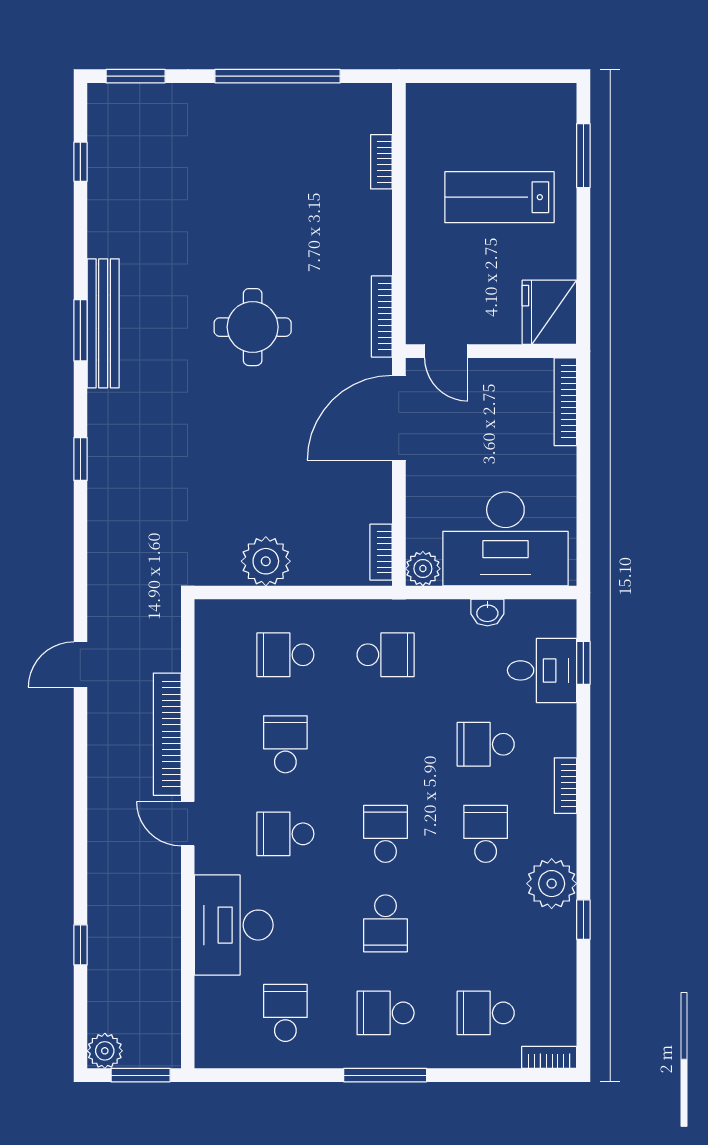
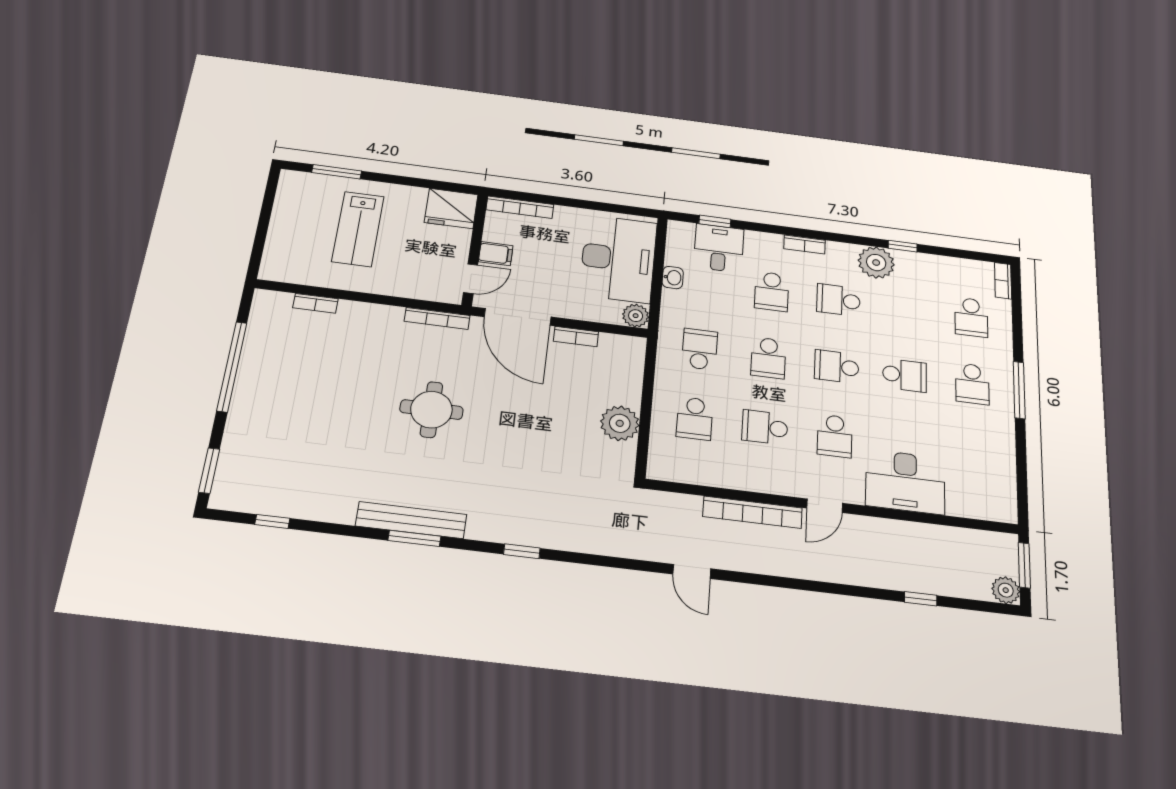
filing cabinet: (489, 379) -> (496, 254), added
bookcase: (381, 552) -> (576, 337), moved
school desk: (285, 1013) -> (768, 358), moved, turned -90

